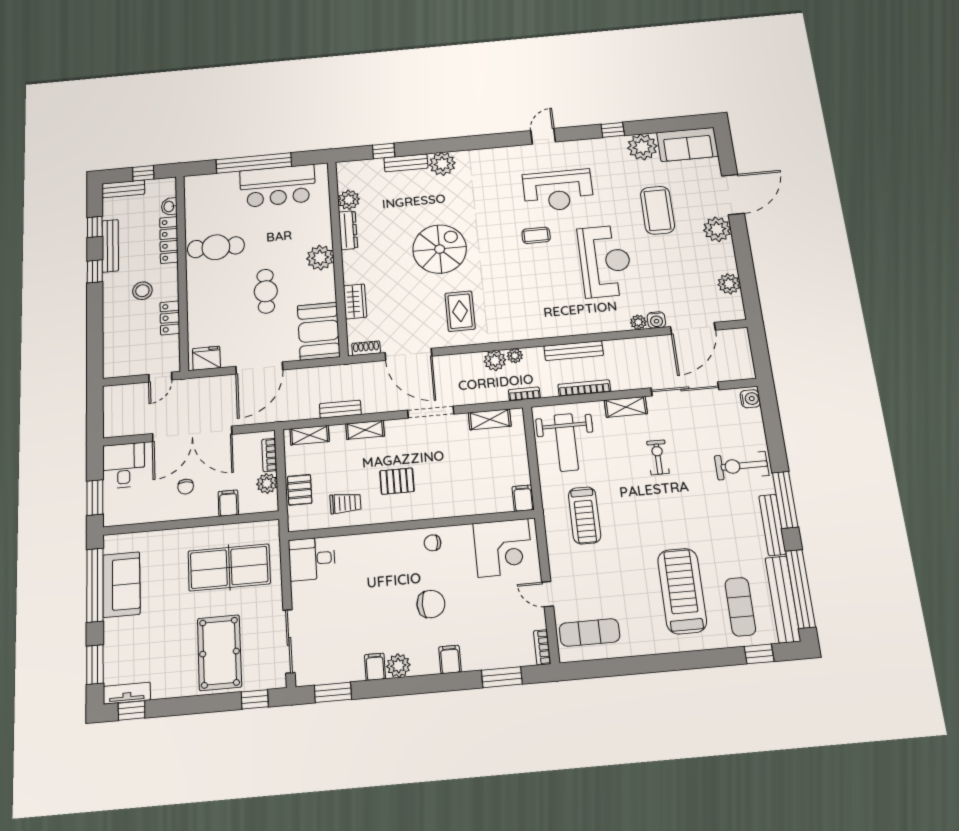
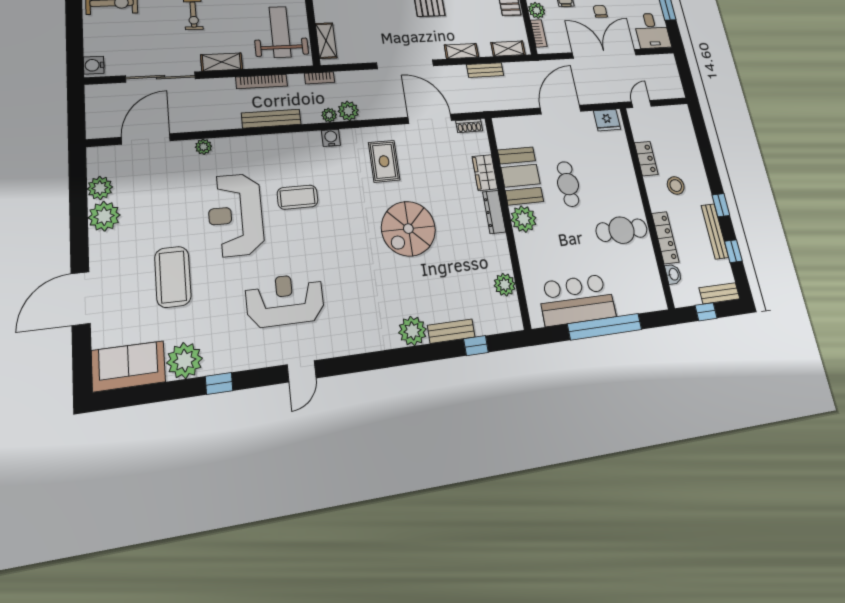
plant: (717, 229) -> (104, 216), moved
dresser: (348, 230) -> (494, 212), moved
coffee table: (536, 235) -> (298, 197), moved, width x1.36, depth x1.30
water cooler: (656, 320) -> (331, 138), moved
booth: (319, 331) -> (520, 176), moved
doorway: (431, 412) -> (405, 64), width x1.36
shelving: (490, 419) -> (326, 41), moved, turned 90

